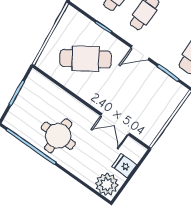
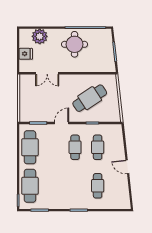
double door: (115, 124) -> (47, 73), swing flipped
plant: (107, 184) -> (40, 36), moved

